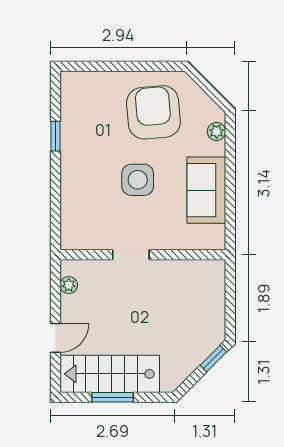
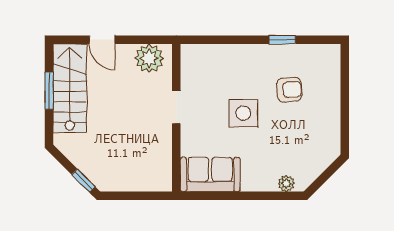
armchair: (153, 112) -> (289, 90), moved, width x0.53, depth x0.53
sofa: (206, 190) -> (210, 174), moved
plant: (69, 285) -> (149, 58), width x1.88, depth x1.88

